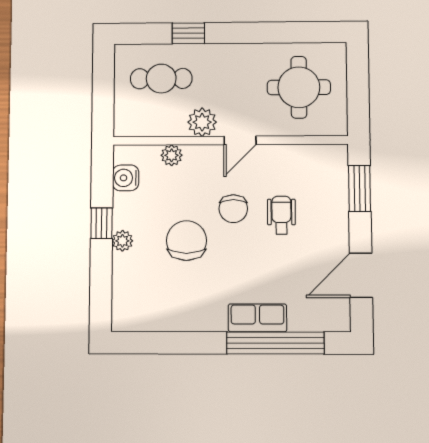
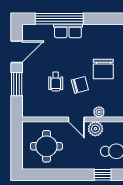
door: (240, 140) -> (76, 119), swing flipped
plant: (172, 155) -> (99, 112), moved
window: (360, 188) -> (17, 84), moved
chair: (233, 209) -> (80, 85), turned 75

